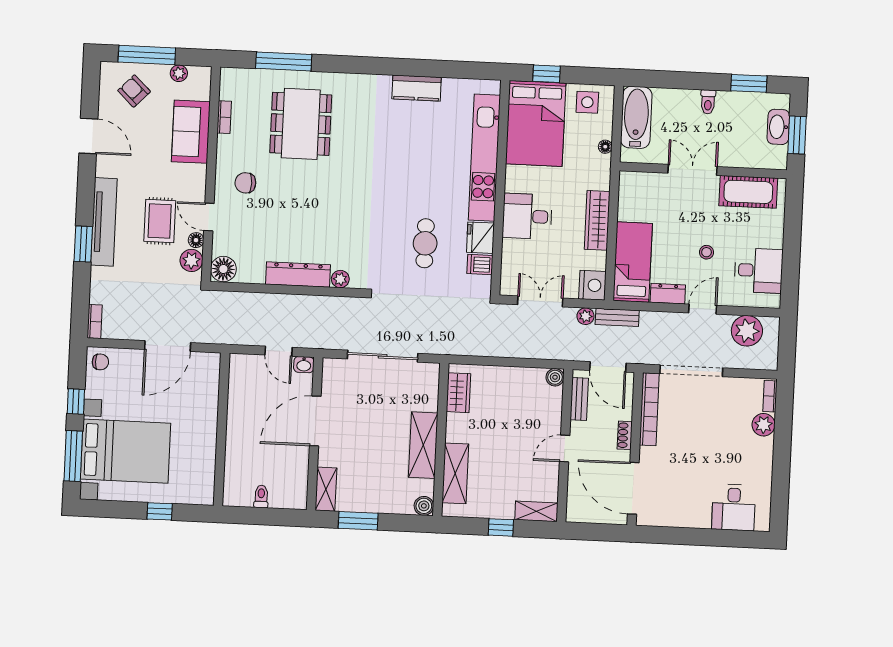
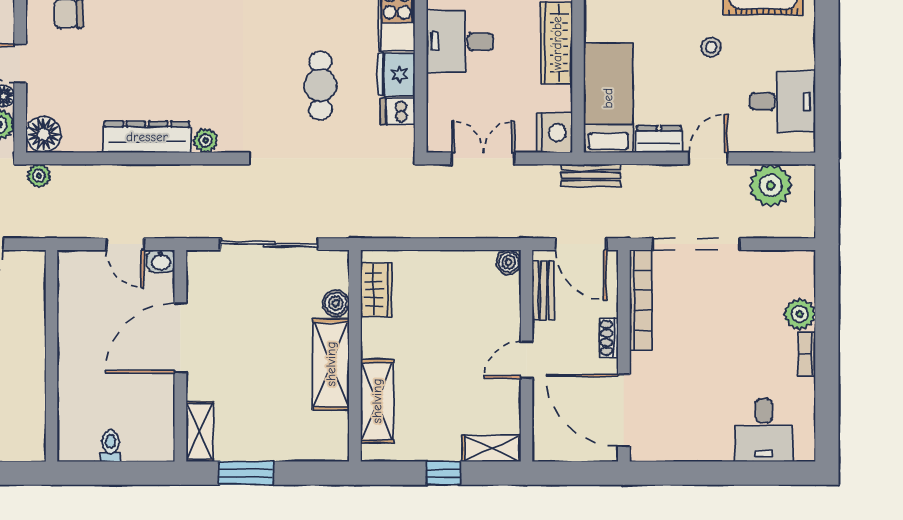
stool: (707, 252) -> (711, 47), moved
plant: (585, 316) -> (39, 176), moved
bookcase: (770, 396) -> (807, 354), moved
boiler: (424, 506) -> (336, 303), moved

